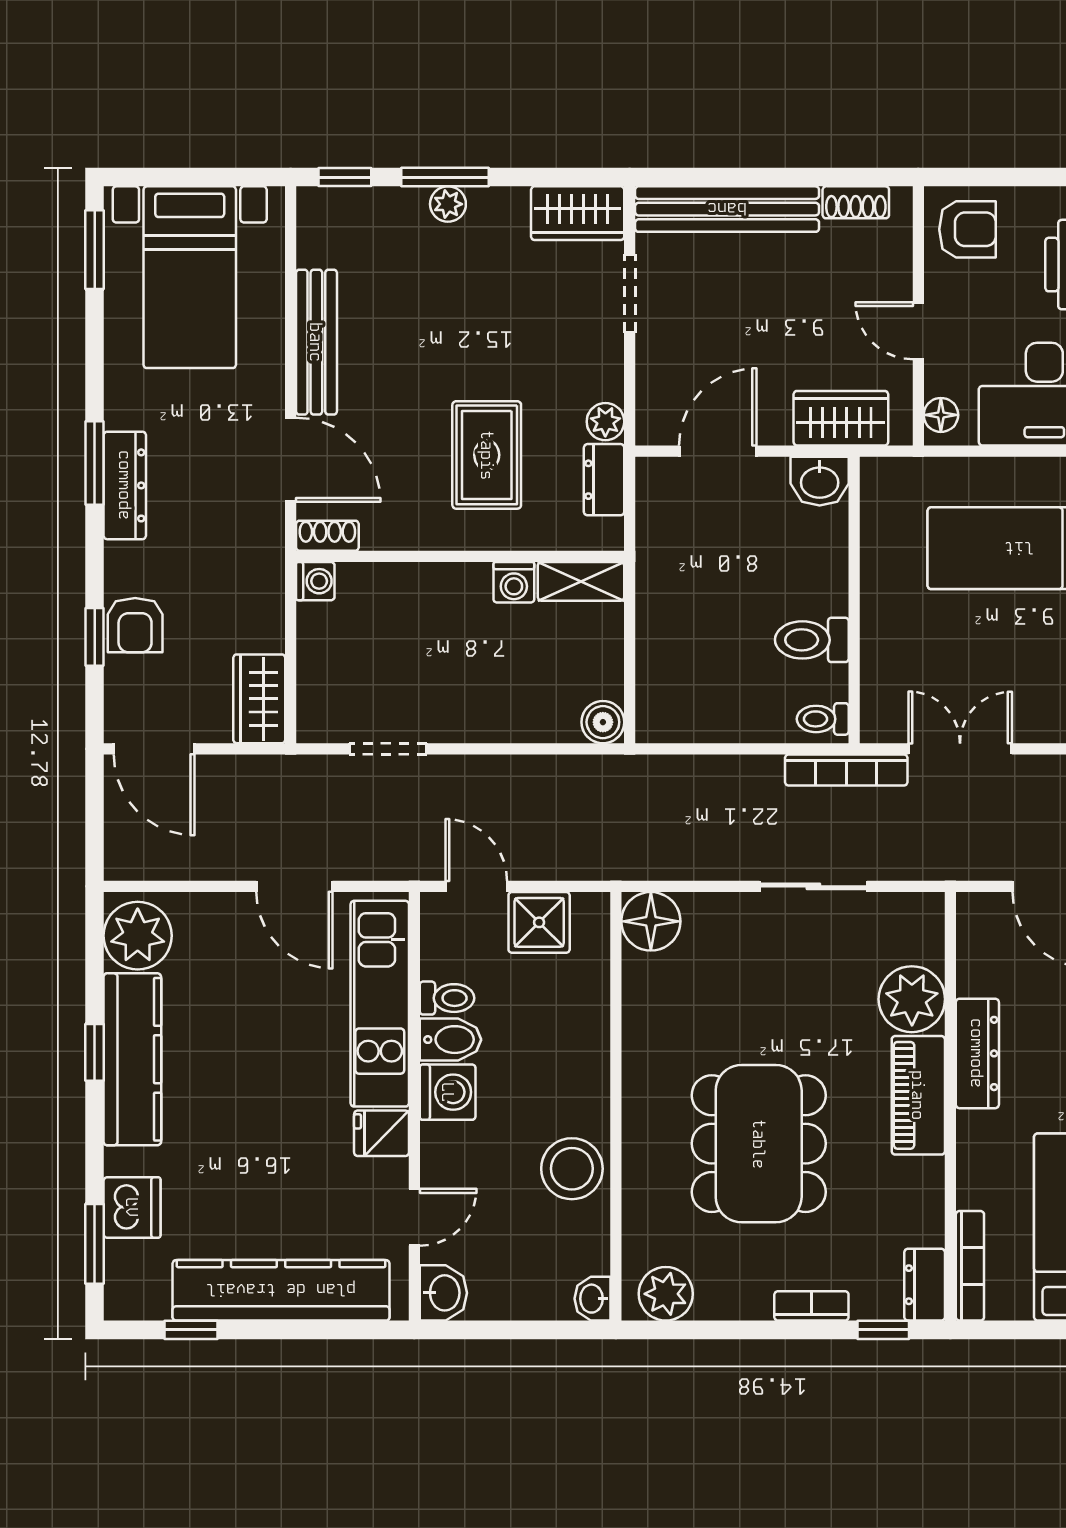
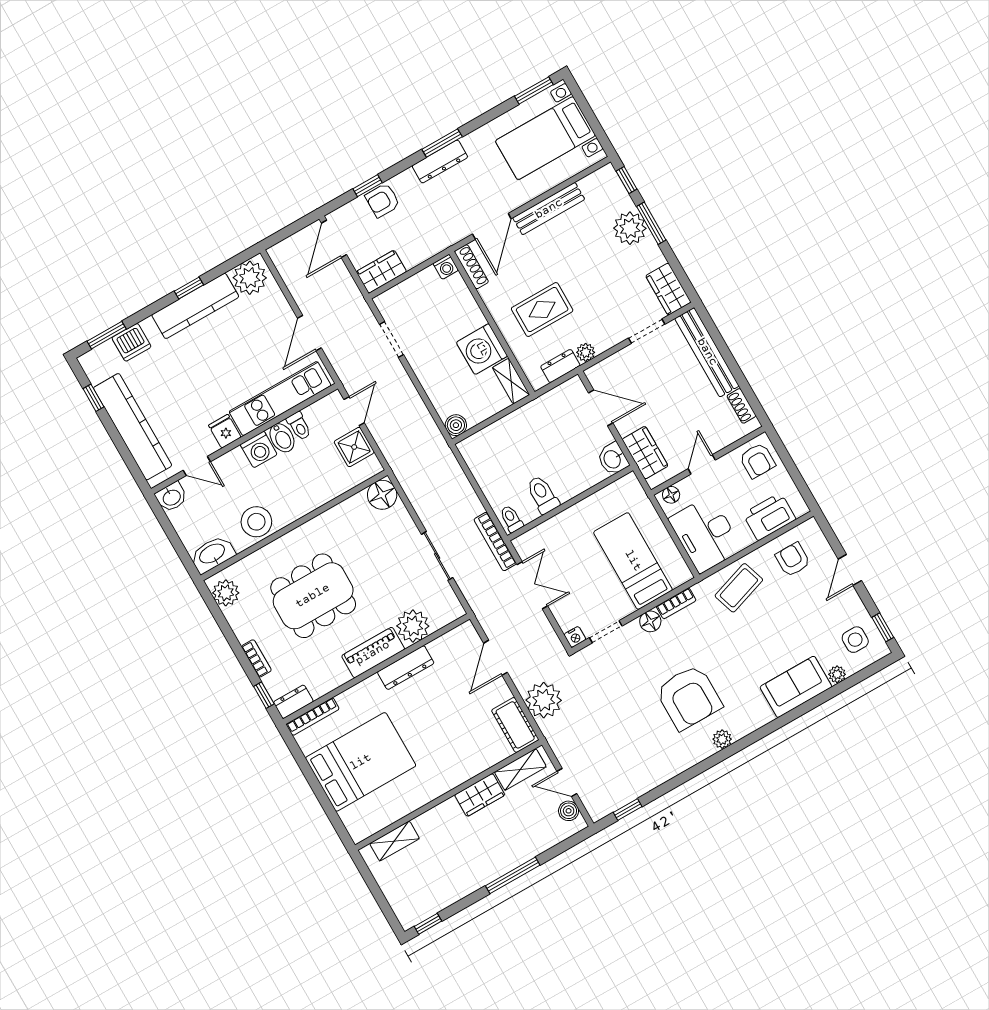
plant: (448, 204) -> (630, 228), width x1.88, depth x1.88
shoe rack: (327, 536) -> (471, 267), width x1.43
washing machine: (514, 582) -> (482, 349), width x1.89, depth x1.89
washbasin: (593, 1299) -> (212, 554), width x1.91, depth x1.45

